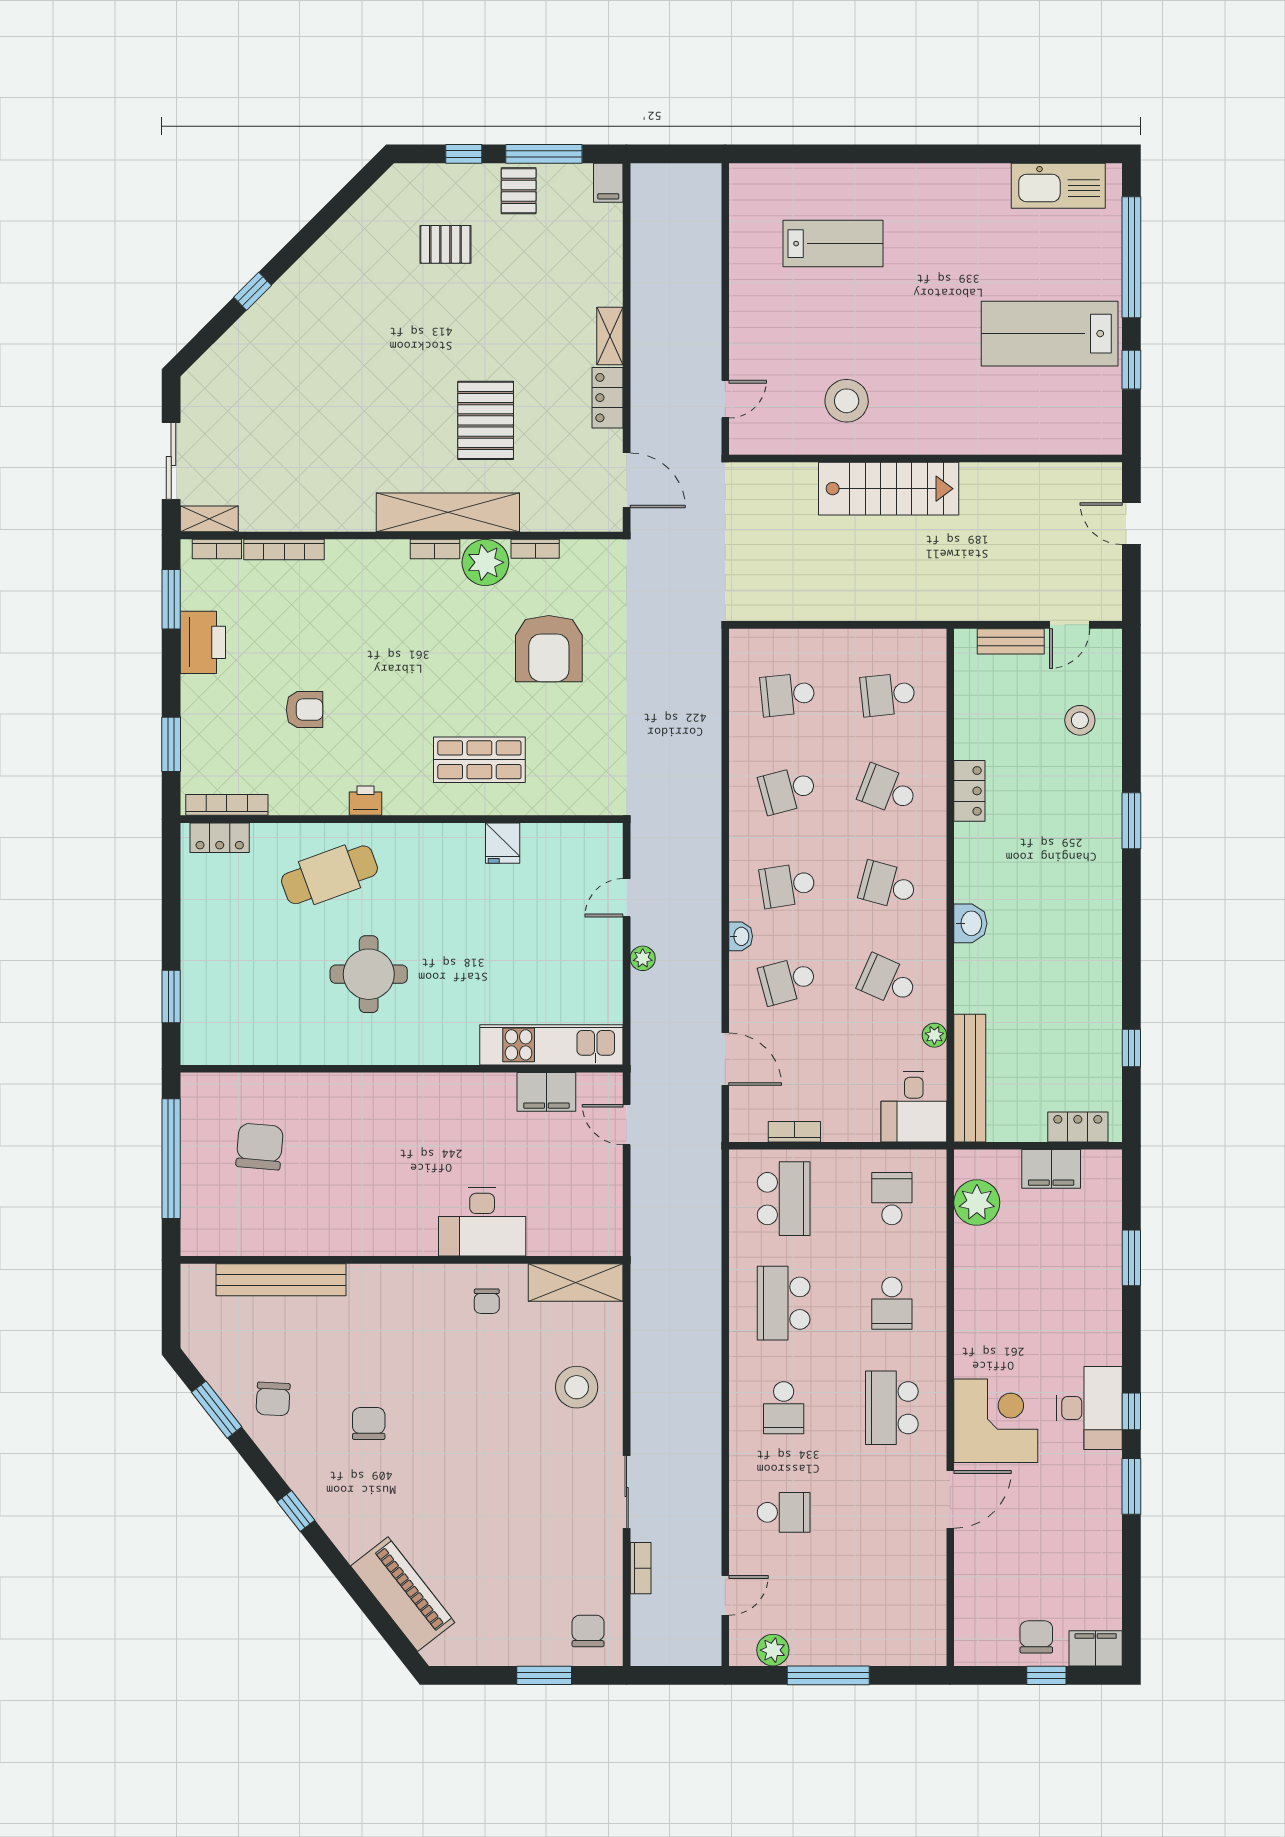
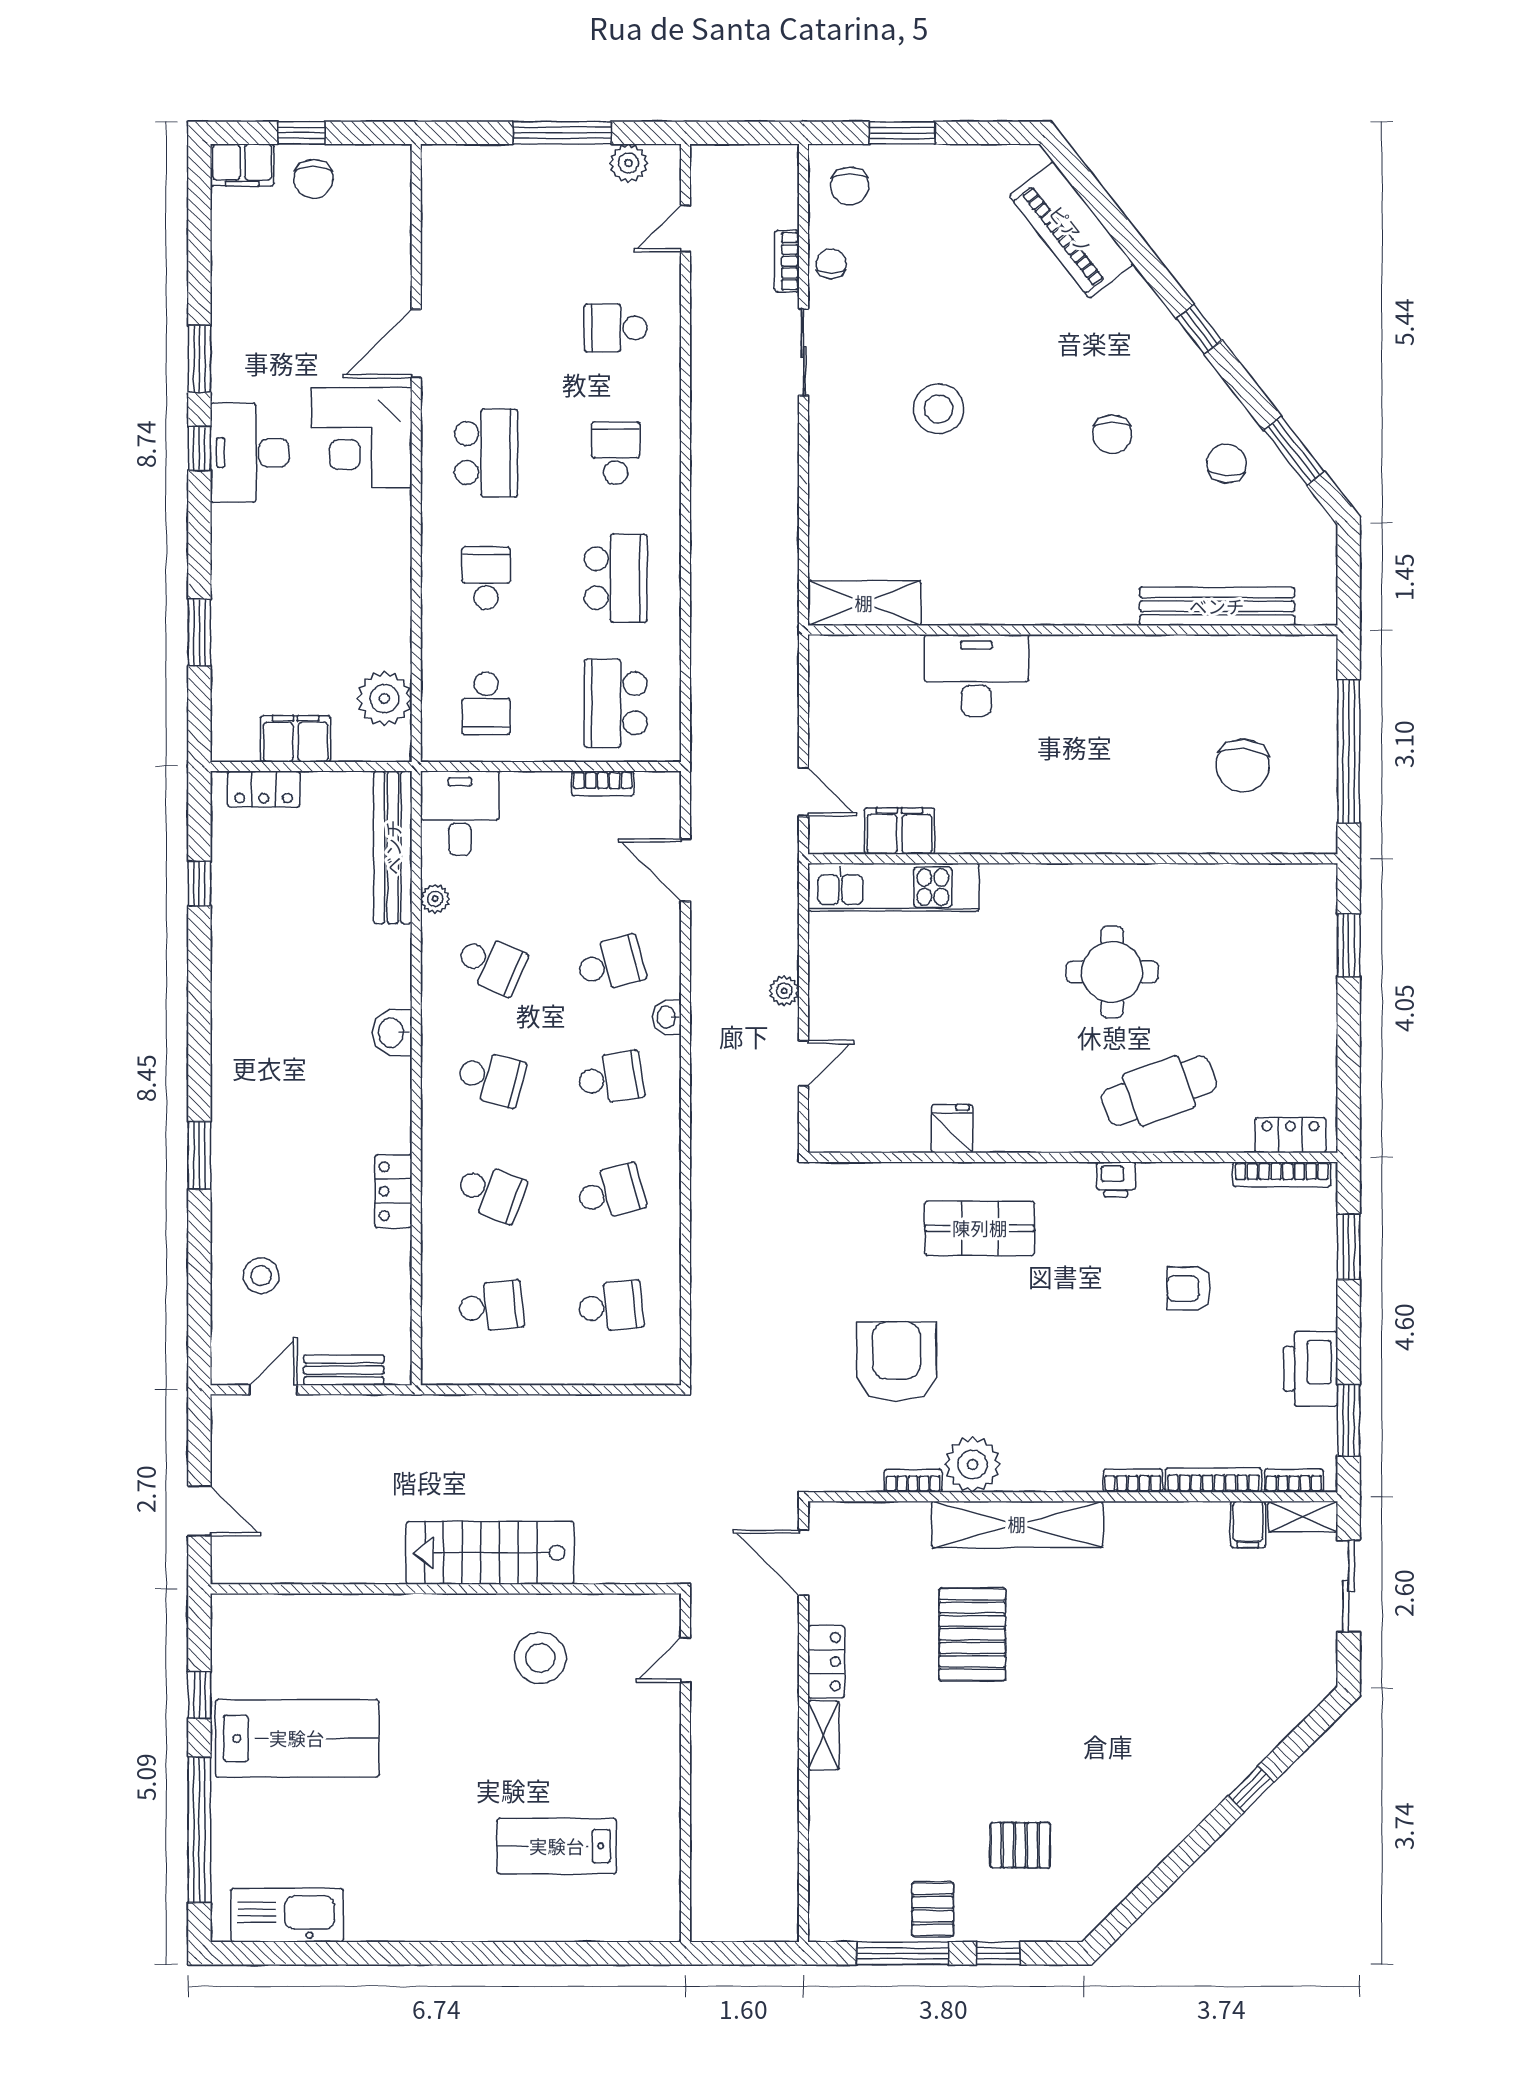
filing cabinet: (608, 183) -> (1248, 1524), moved, turned 180
bookcase: (435, 549) -> (1133, 1480), moved
chair: (487, 1301) -> (831, 264), moved
stool: (577, 1387) -> (939, 409), moved

